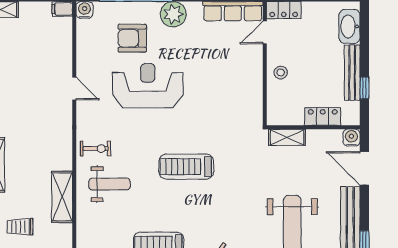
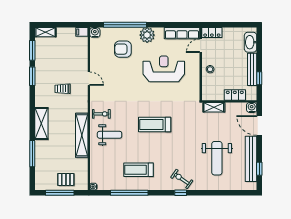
reception desk: (148, 86) -> (164, 69), moved
shelving: (62, 197) -> (82, 135), width x1.47
trolley: (20, 227) -> (63, 89), moved

